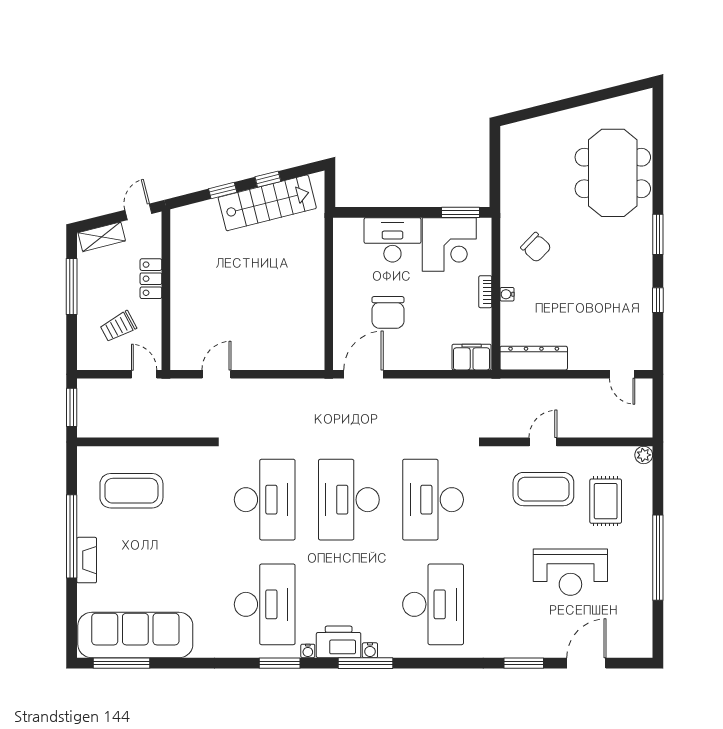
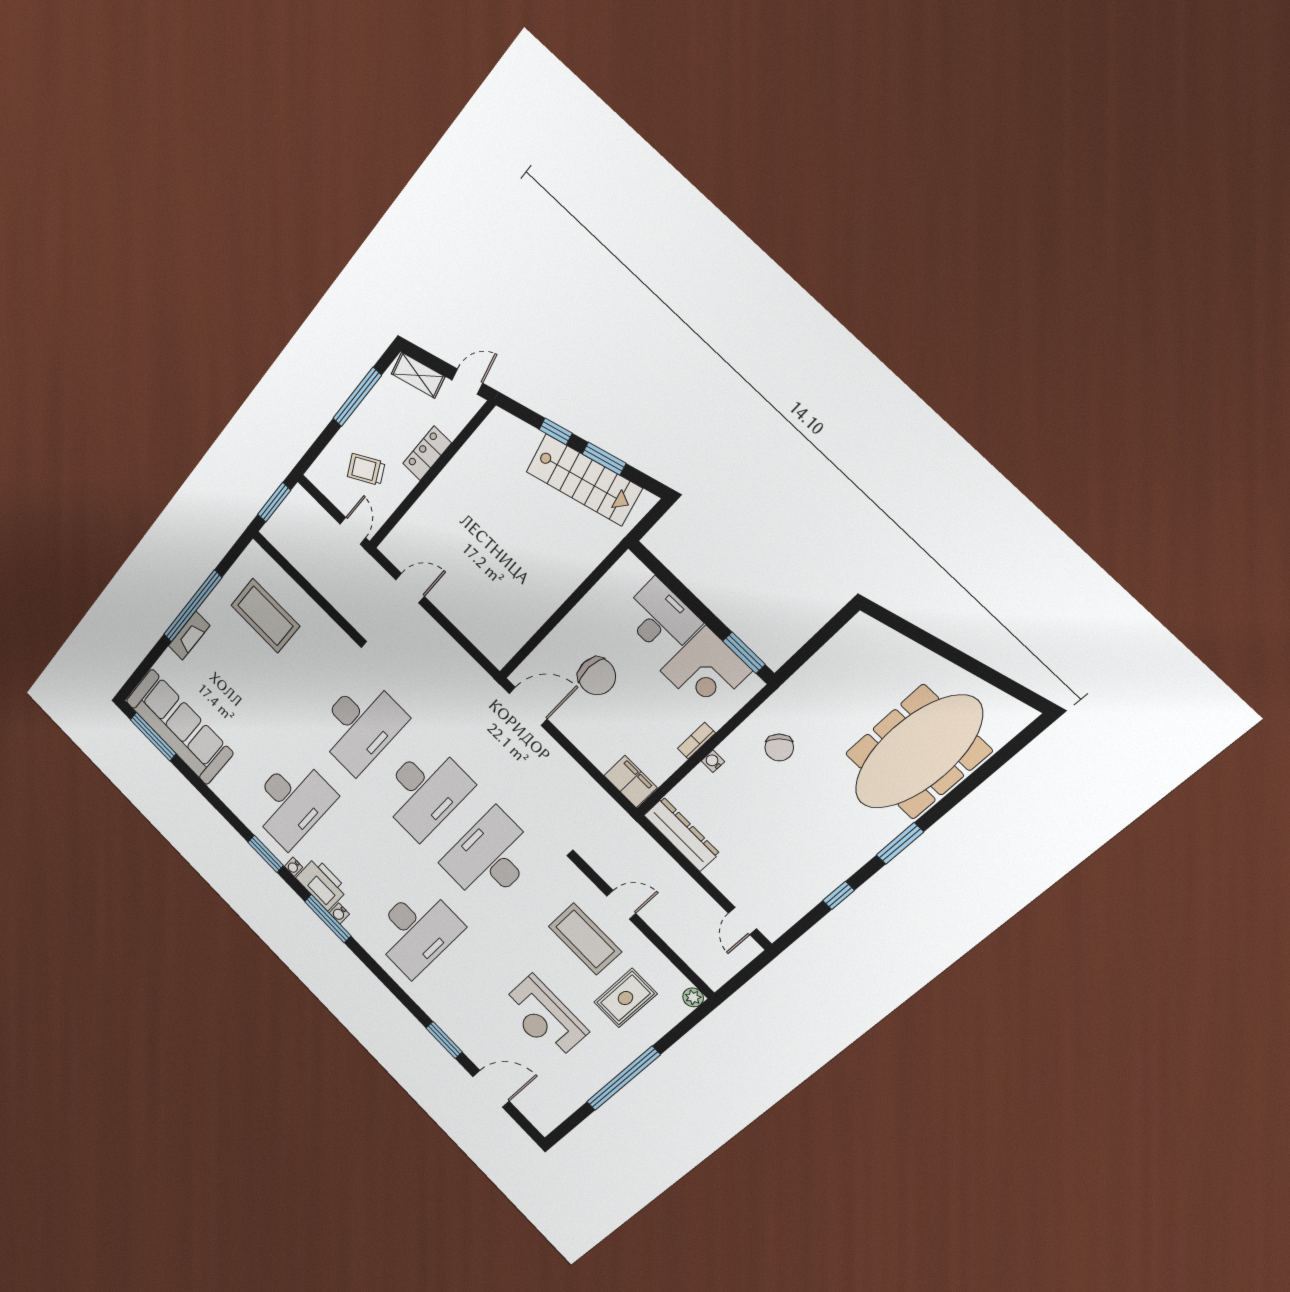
meeting table: (613, 173) -> (918, 752), width x1.36
window: (268, 179) -> (604, 459), width x1.50
chair: (388, 312) -> (597, 676), turned -87
desk: (349, 500) -> (425, 791), turned 180

